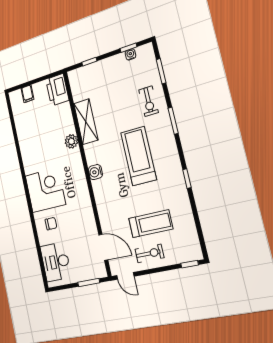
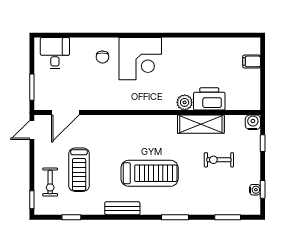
printer: (57, 90) -> (209, 99), moved
exercise bike: (148, 101) -> (219, 160), moved
water cooler: (95, 172) -> (253, 122), moved
bench: (177, 174) -> (122, 208), added
window: (187, 179) -> (71, 217), moved
exercise bike: (149, 253) -> (50, 182), moved
desk: (56, 262) -> (55, 53), width x0.73

